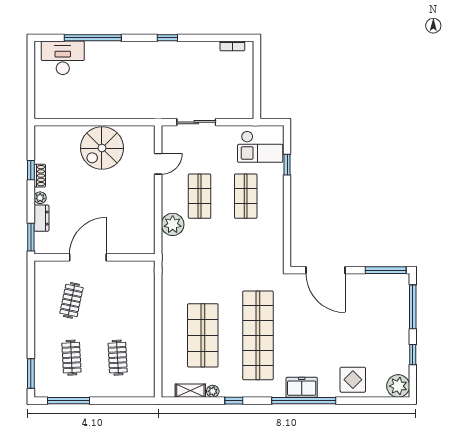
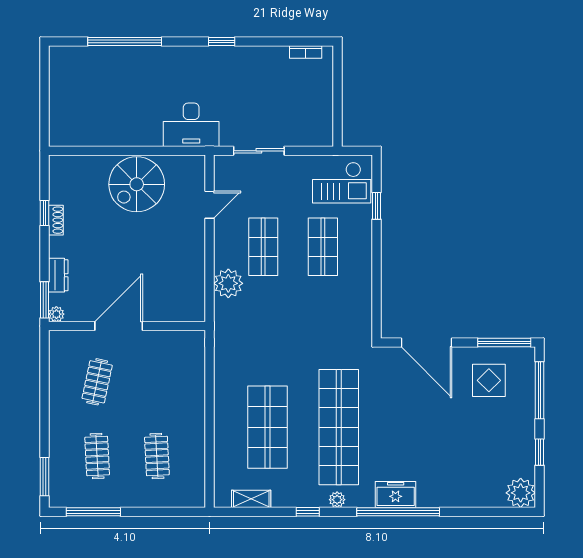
desk: (63, 58) -> (191, 125), moved, turned 180
plant: (40, 198) -> (56, 314), moved
display table: (353, 380) -> (489, 380), moved
plant: (213, 391) -> (337, 500), moved

